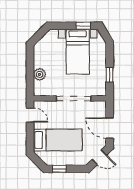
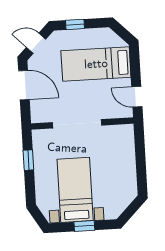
window: (83, 26) -> (84, 226), moved
plant: (40, 74) -> (127, 155), removed
window: (59, 169) -> (75, 24), moved

